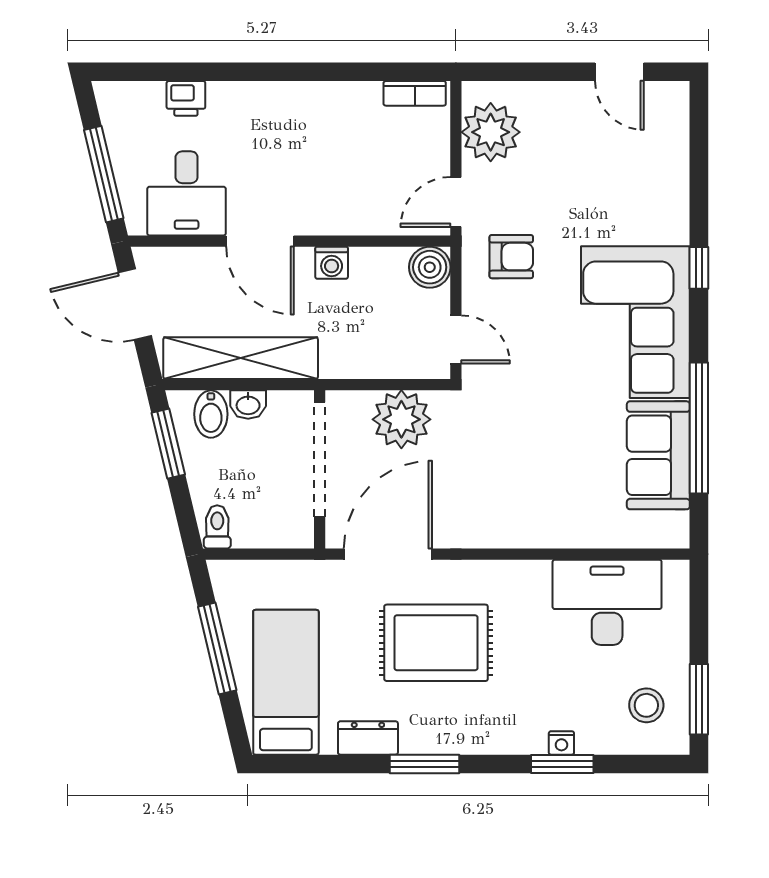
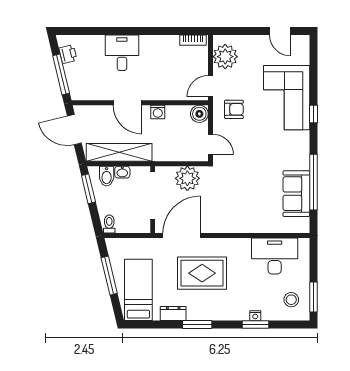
printer: (186, 98) -> (68, 54), moved, turned -103
desk: (187, 193) -> (122, 53), moved, turned 180
corner sofa: (635, 322) -> (287, 98), moved

